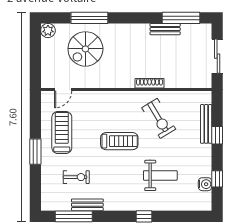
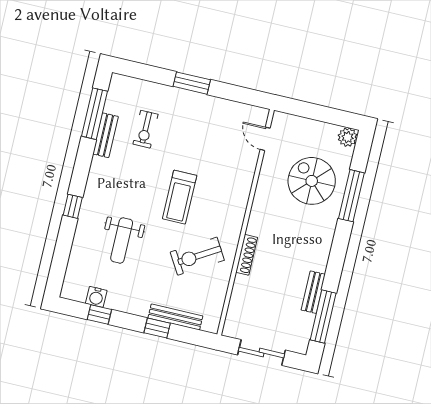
treadmill: (62, 133) -> (209, 124), removed

